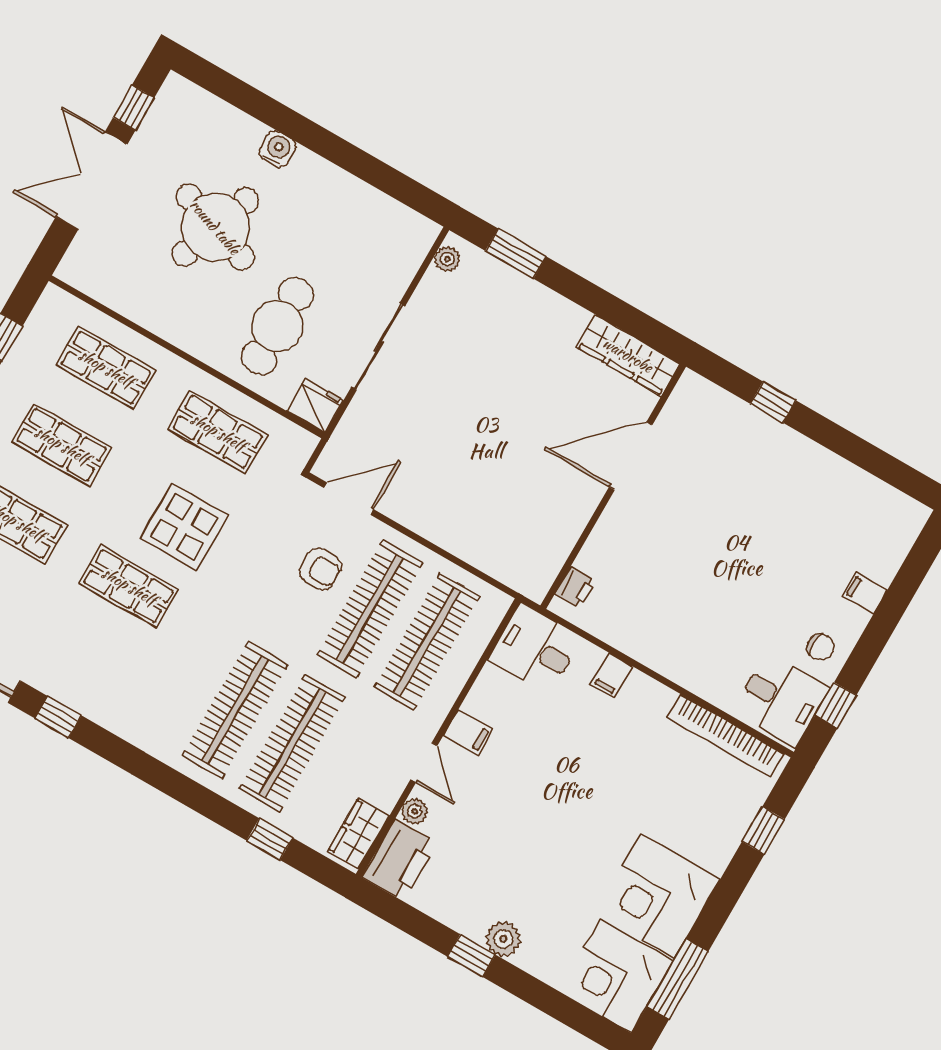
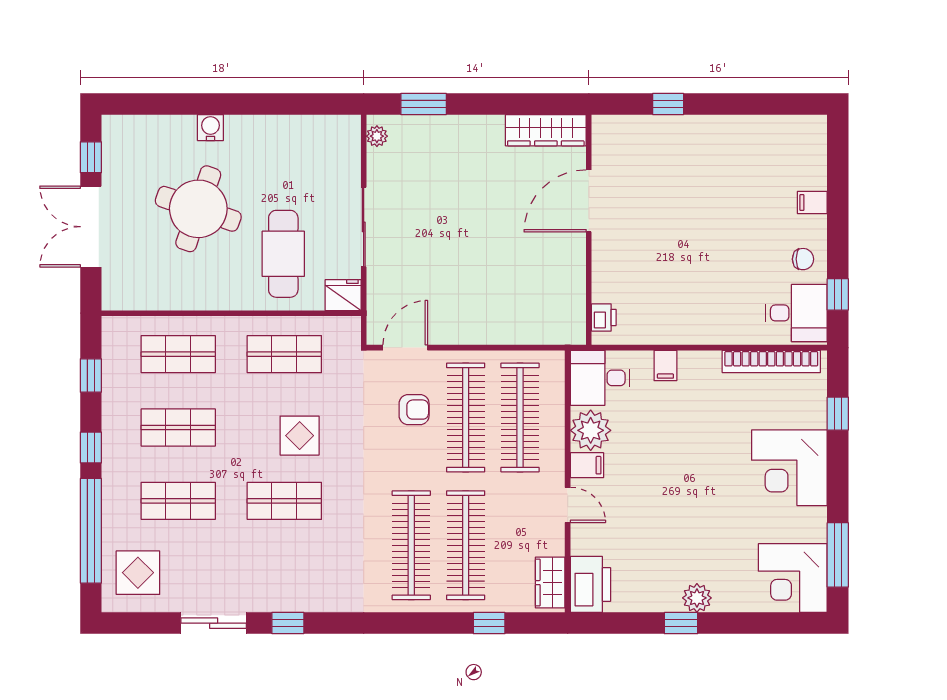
display table: (184, 527) -> (300, 436), width x0.73, depth x0.73
plant: (415, 811) -> (591, 430), moved, width x1.87, depth x1.87
corner desk: (658, 896) -> (789, 468), moved

